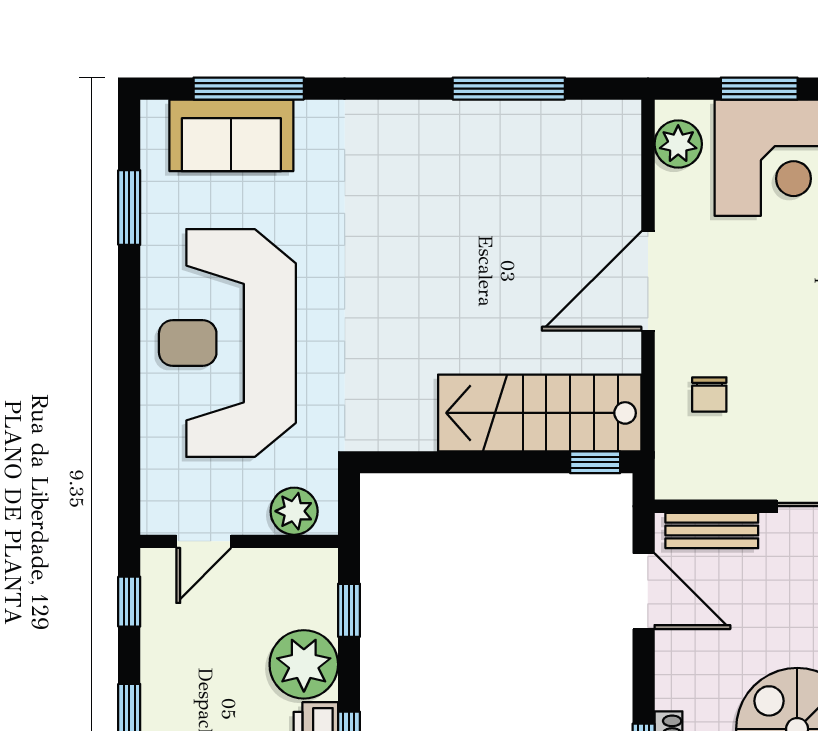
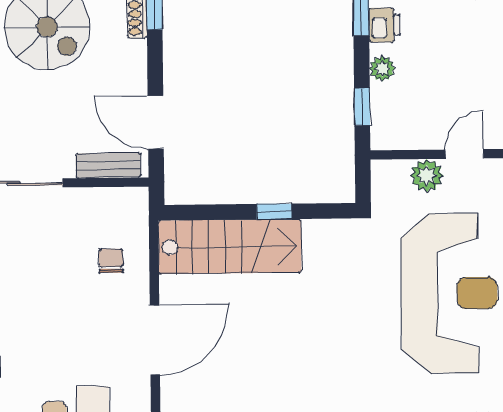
window: (595, 462) -> (274, 211), moved
plant: (294, 511) -> (427, 176), moved
plant: (304, 664) -> (382, 69), width x0.53, depth x0.53

